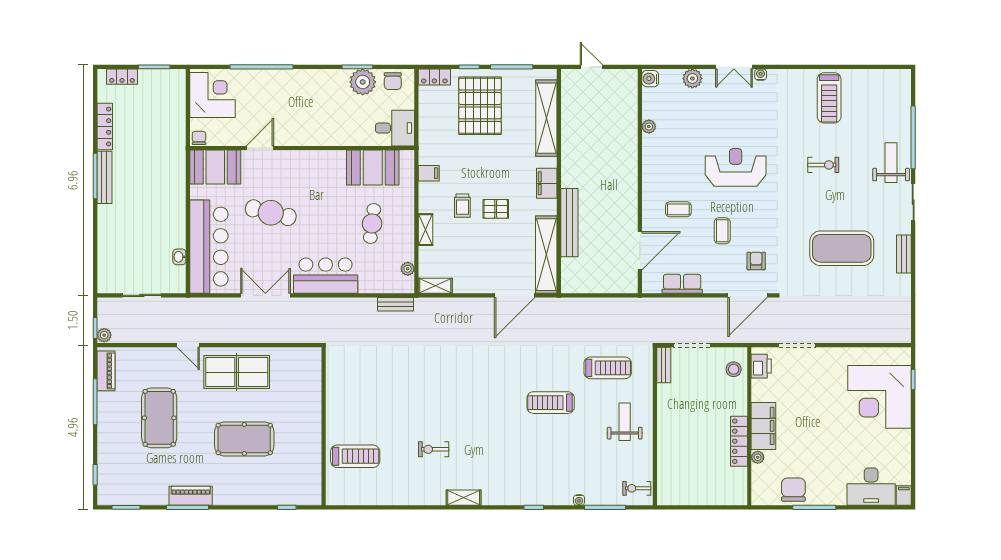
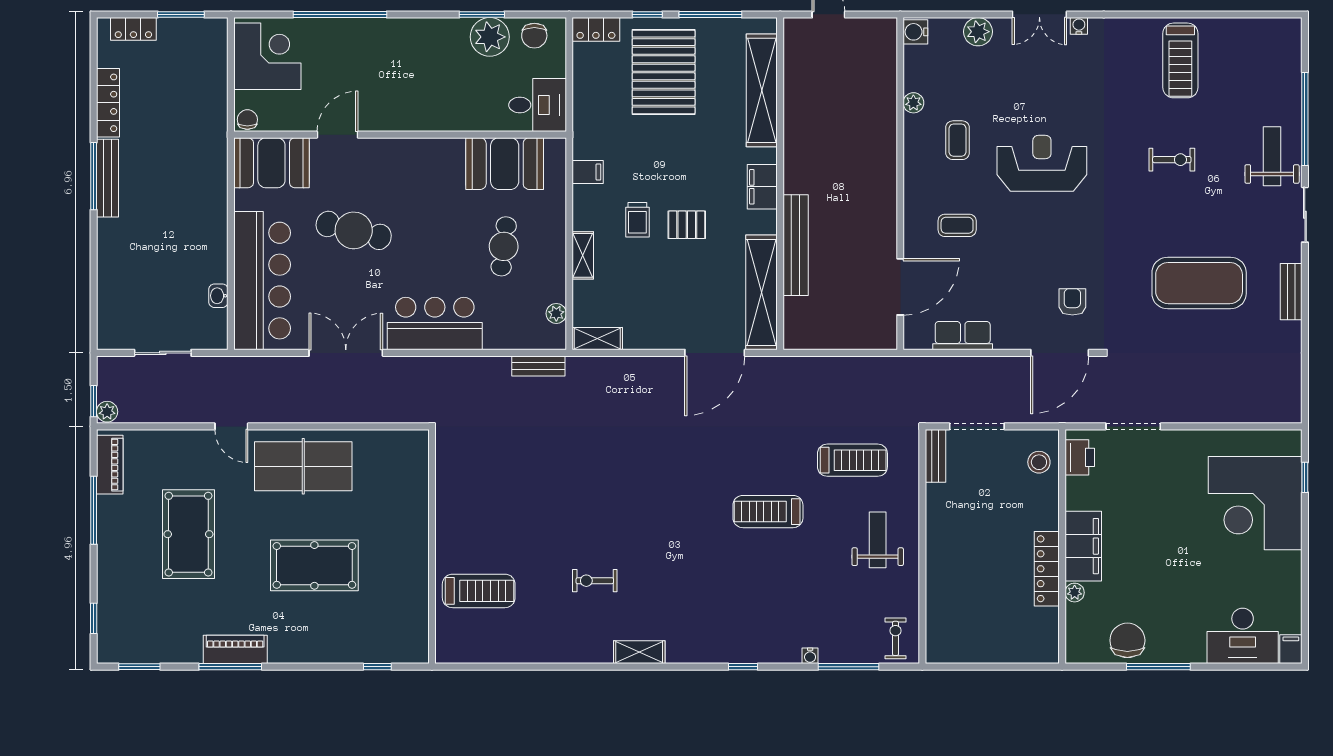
coffee table: (722, 231) -> (958, 140), moved
exercise bike: (637, 488) -> (895, 638), turned 90

